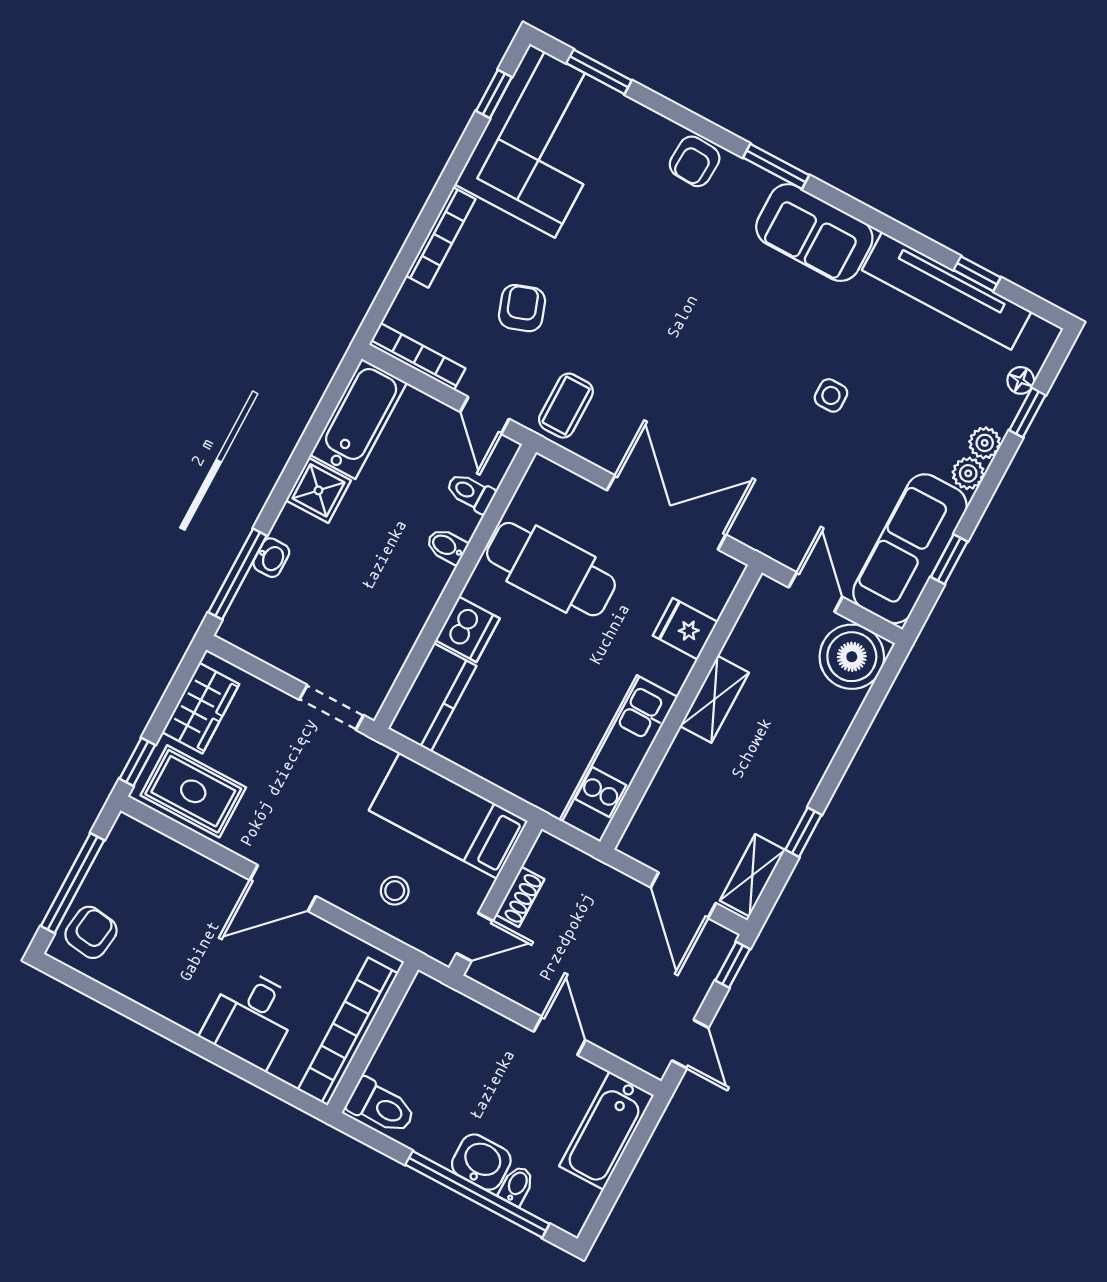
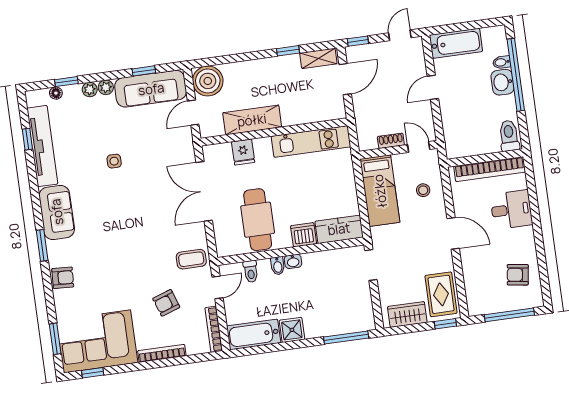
washbasin: (271, 558) -> (293, 261), moved, turned 180
shelving: (714, 699) -> (252, 120), width x1.50, depth x1.33
armchair: (91, 932) -> (518, 275), moved

